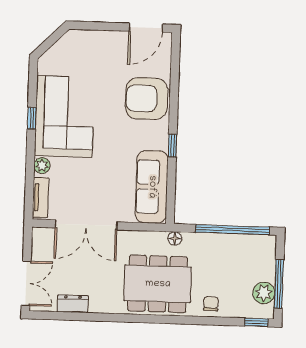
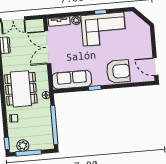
armchair: (147, 99) -> (118, 71), turned 90

